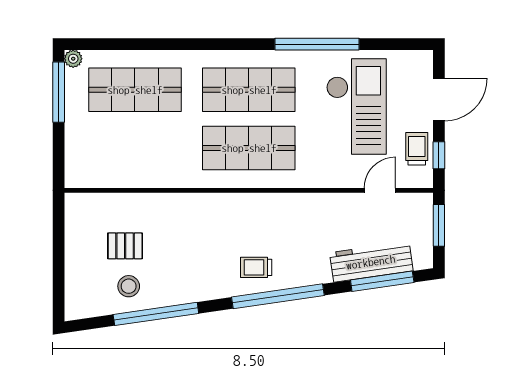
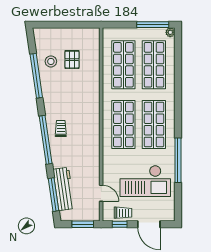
shop shelf: (135, 148) -> (123, 65), added

